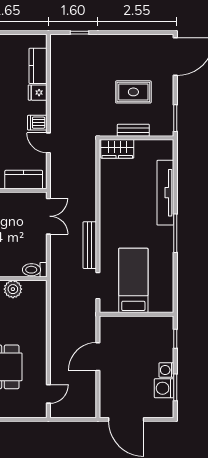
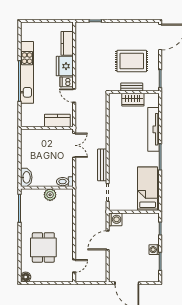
rug: (133, 92) -> (132, 61), width x1.36, depth x1.43
fridge: (38, 93) -> (65, 66), width x1.88, depth x1.34
wardrobe: (117, 149) -> (133, 100), moved
bed: (133, 280) -> (148, 189), moved
washing machine: (164, 388) -> (115, 219), moved, turned 180

